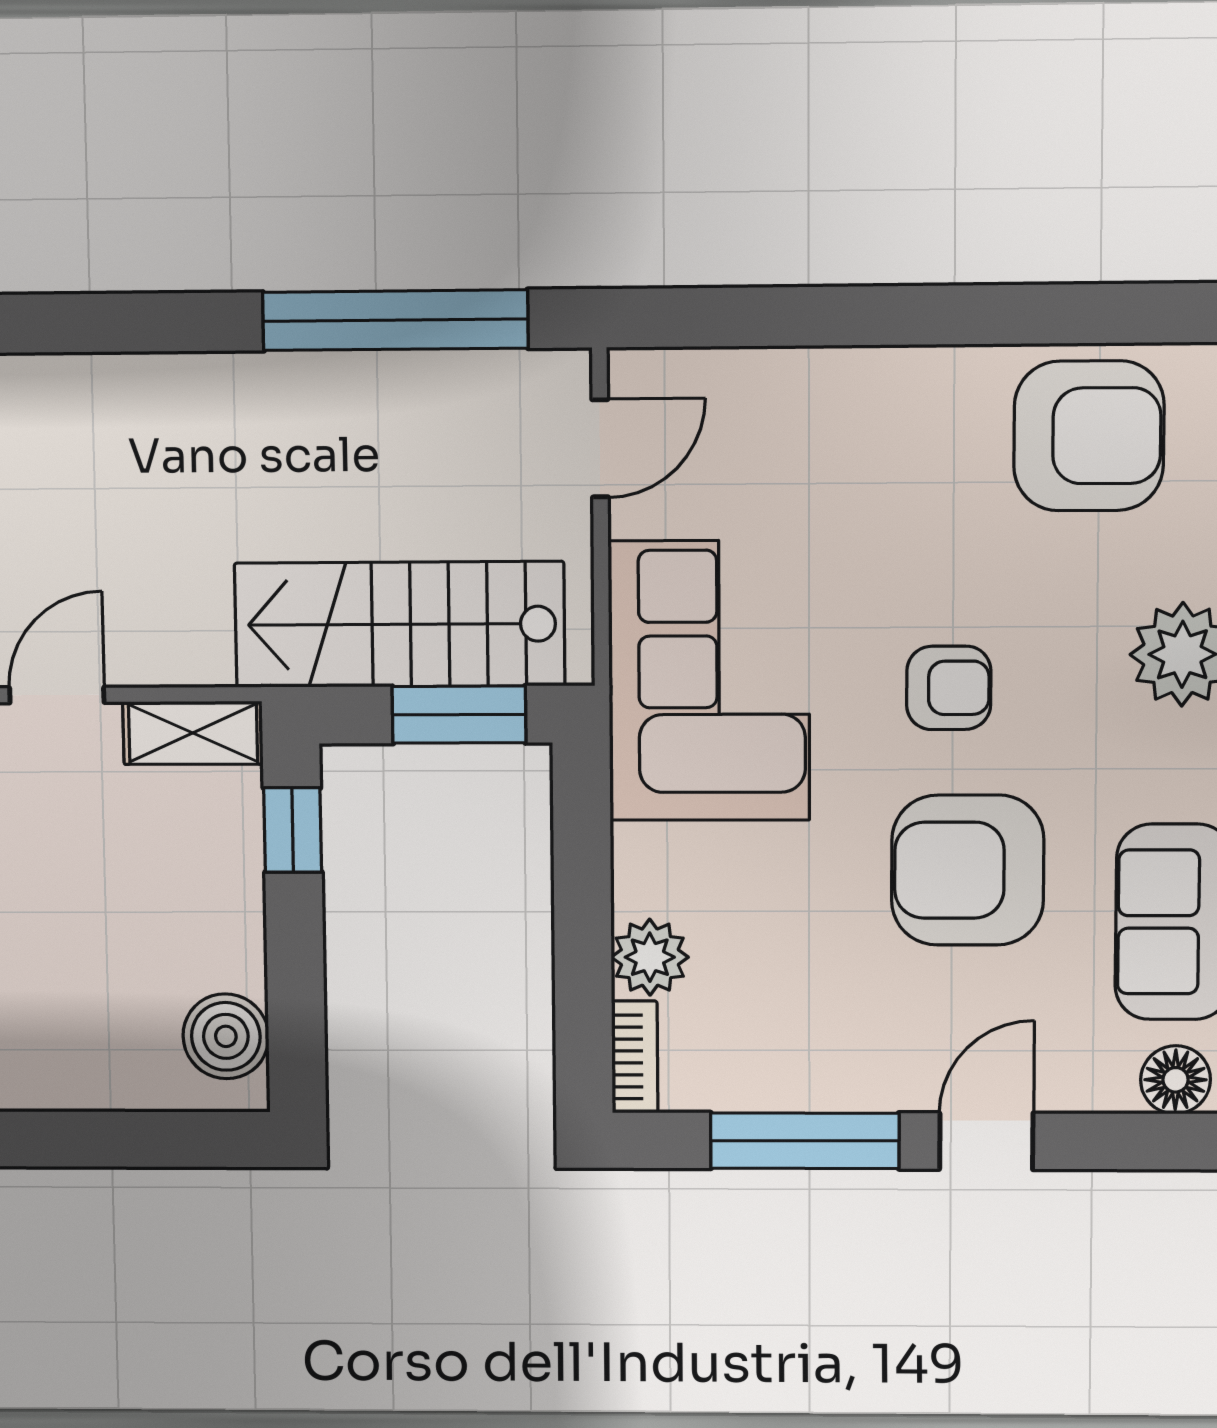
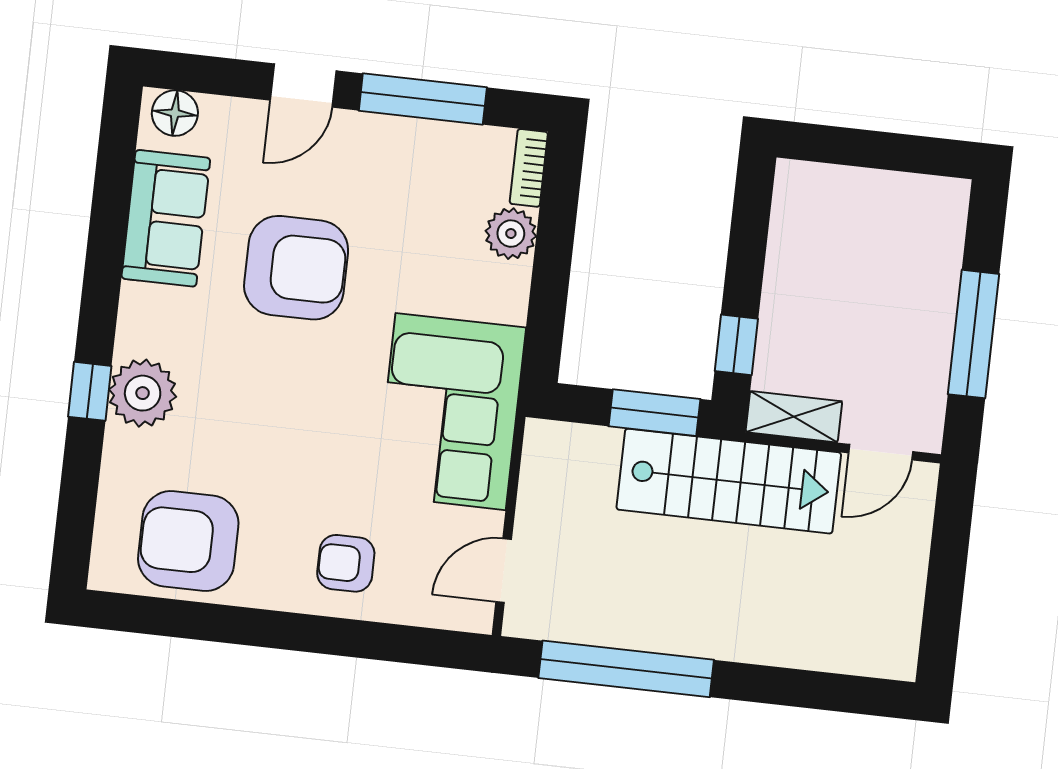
stairs: (400, 624) -> (729, 481), moved
armchair: (949, 688) -> (346, 563), moved
window: (459, 715) -> (654, 413), moved
boiler: (226, 1036) -> (799, 212), removed

